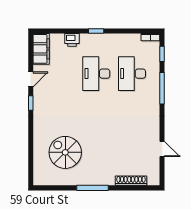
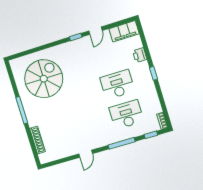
door: (31, 79) -> (96, 31), hinge flipped
door: (162, 149) -> (86, 154), moved
spiral stairs: (65, 152) -> (44, 79), width x1.37, depth x1.37

